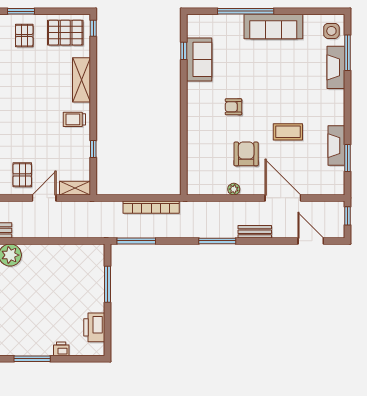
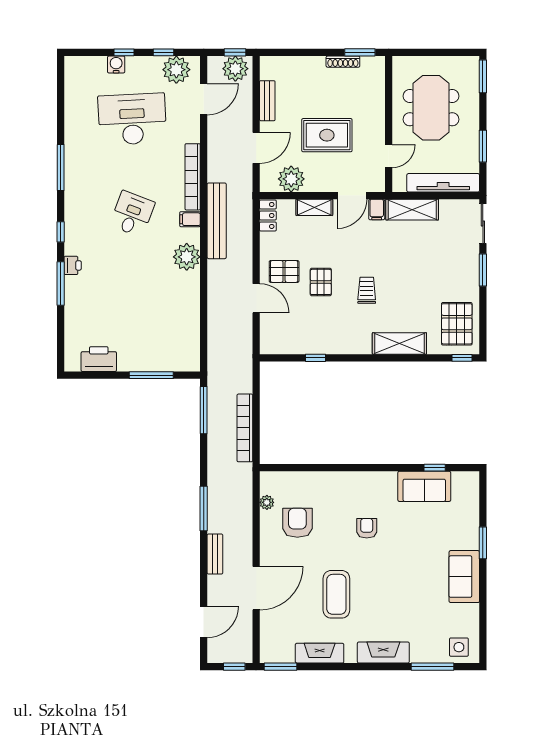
window: (246, 11) -> (483, 543), width x0.47
sofa: (273, 26) -> (464, 577), width x0.73
pallet: (24, 36) -> (321, 282), moved, turned 90
fireplace: (336, 67) -> (383, 652), moved
trolley: (74, 119) -> (367, 290), moved
coffee table: (288, 132) -> (336, 594), width x1.36, depth x1.32
armchair: (246, 154) -> (297, 523), moved, turned -90
window: (347, 158) -> (281, 667), moved
shelving: (75, 188) -> (268, 336), removed
plant: (234, 189) -> (267, 502), moved
printer: (61, 349) -> (73, 265), moved

